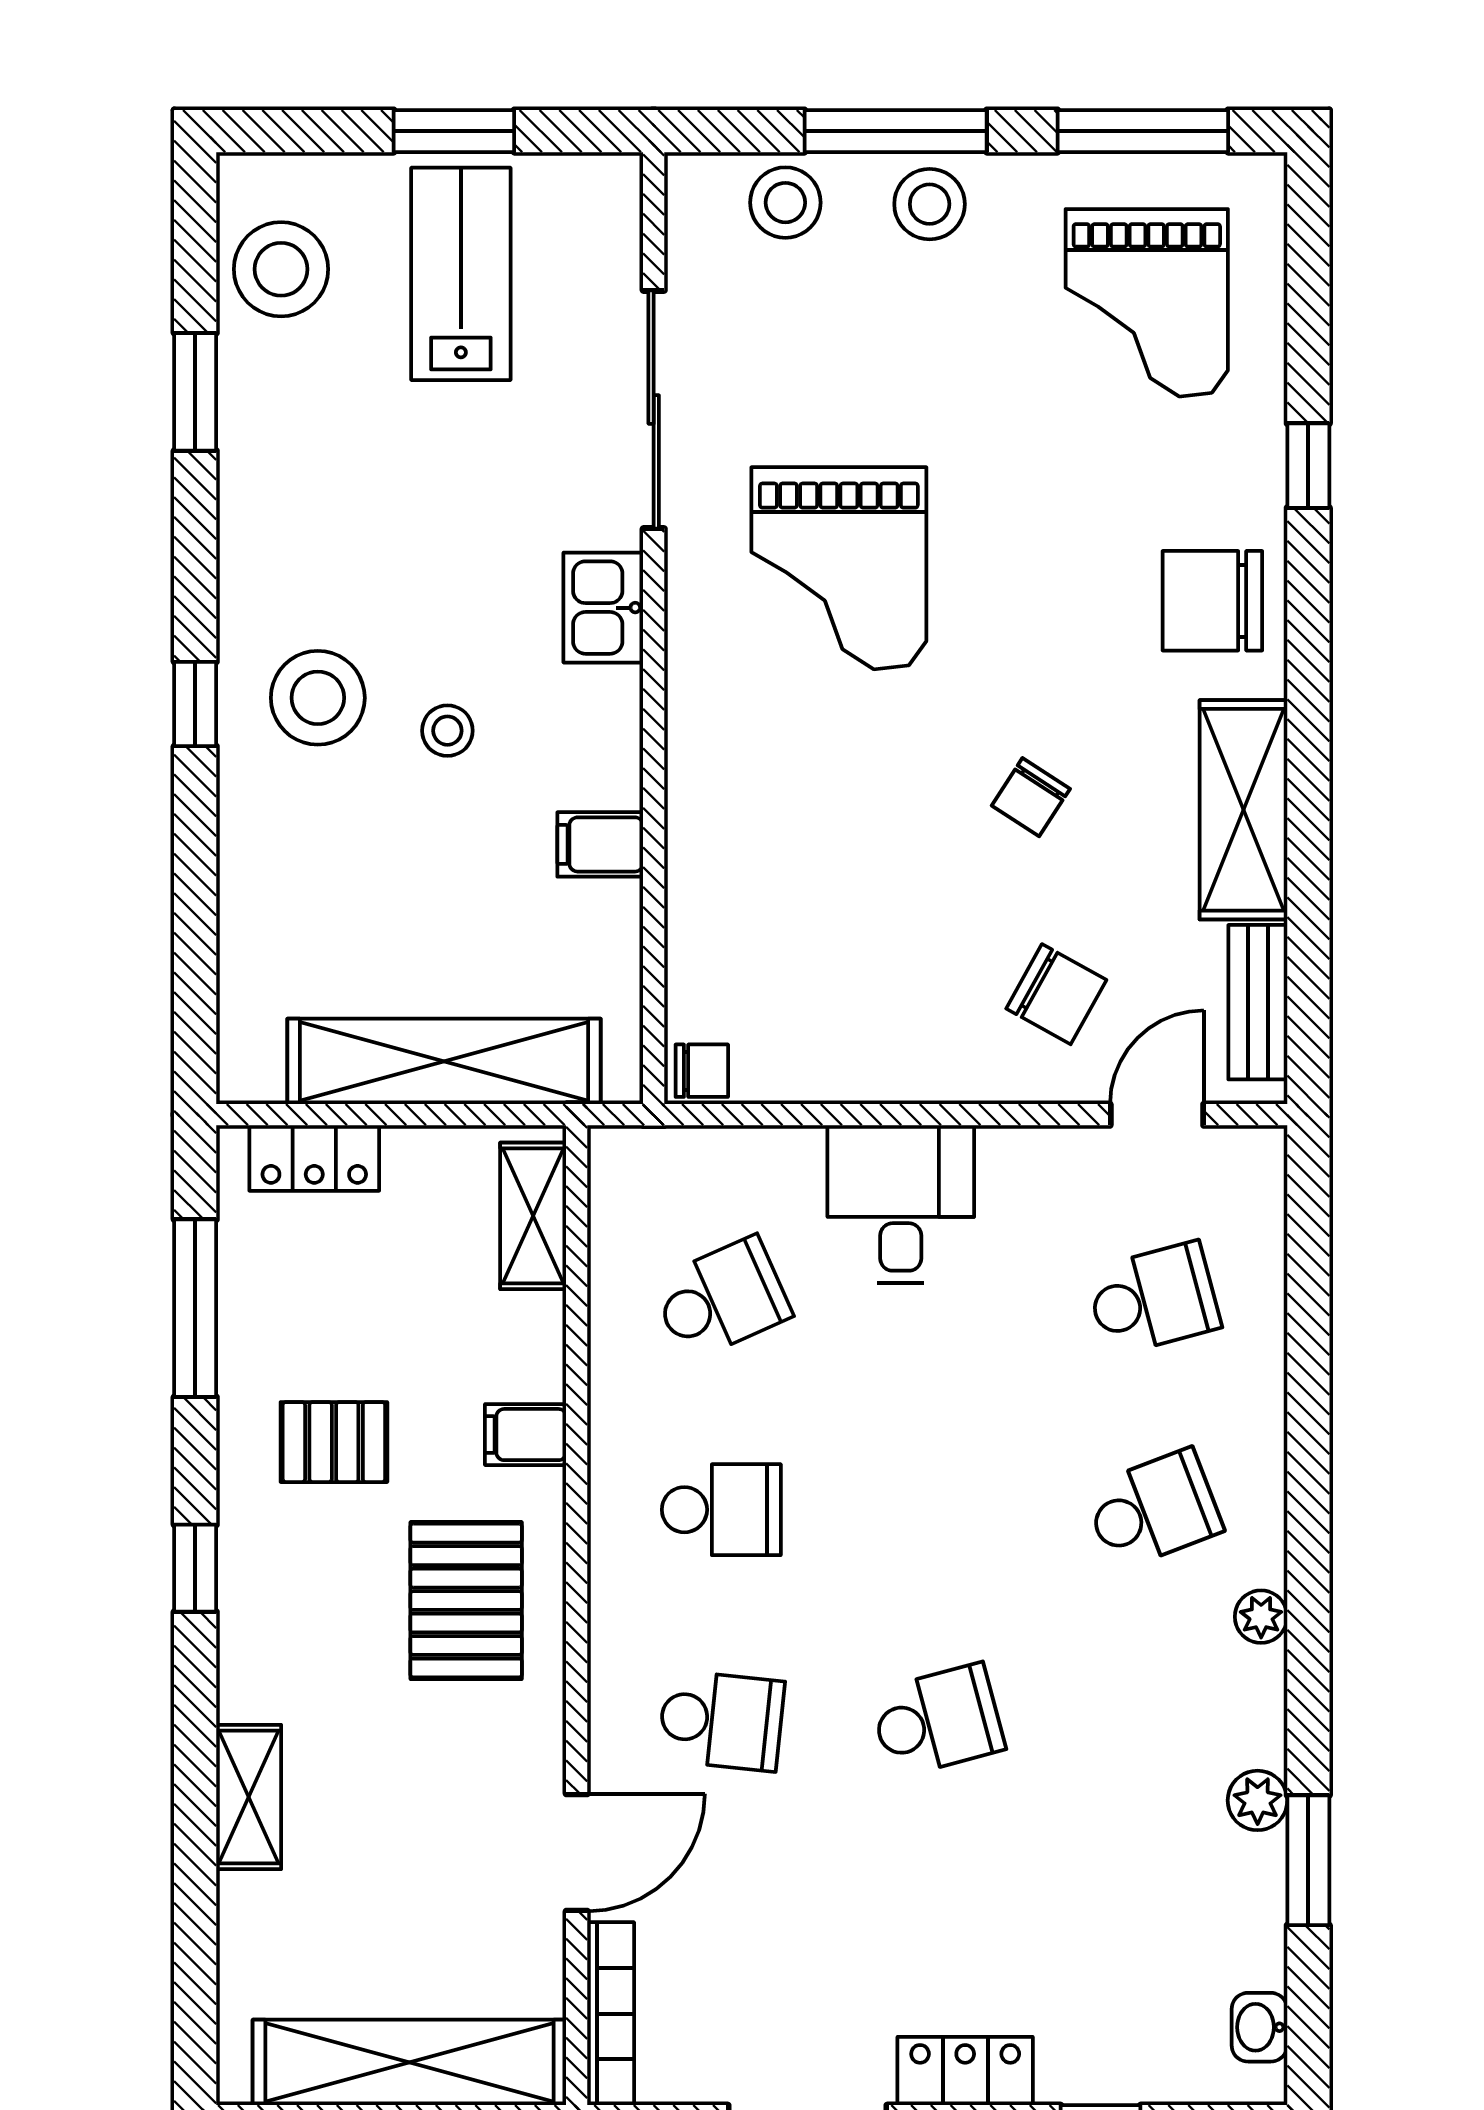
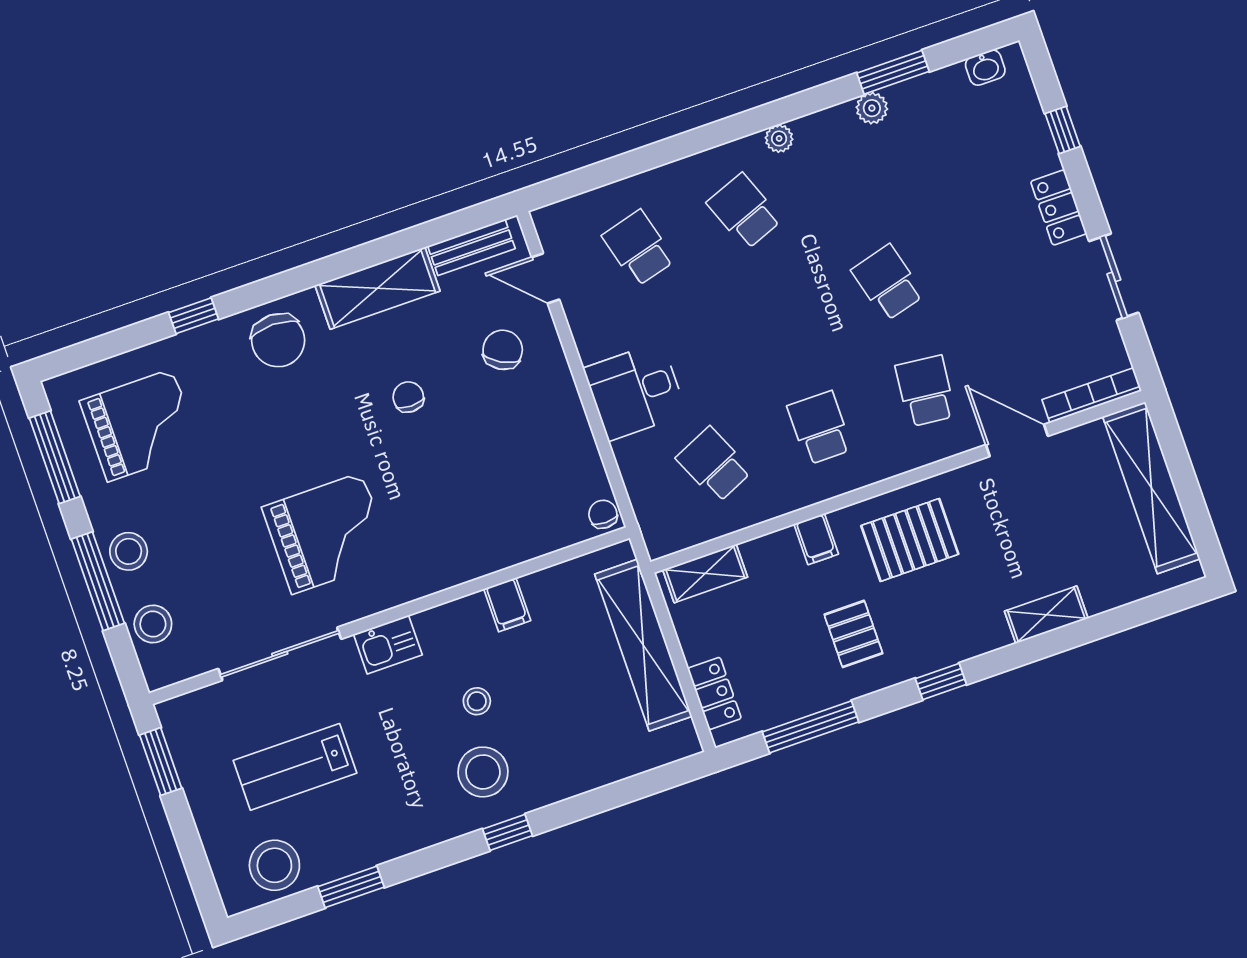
window: (454, 131) -> (161, 762), moved
lab bench: (461, 274) -> (295, 767), moved
chair: (1031, 797) -> (408, 397), turned -123

